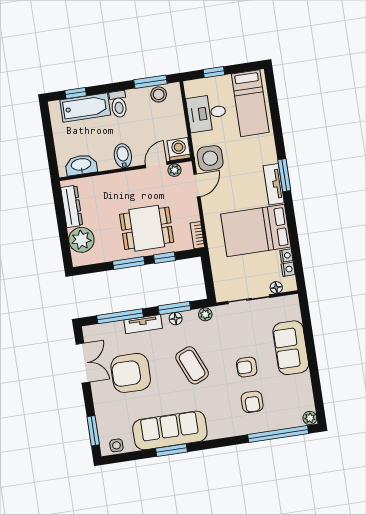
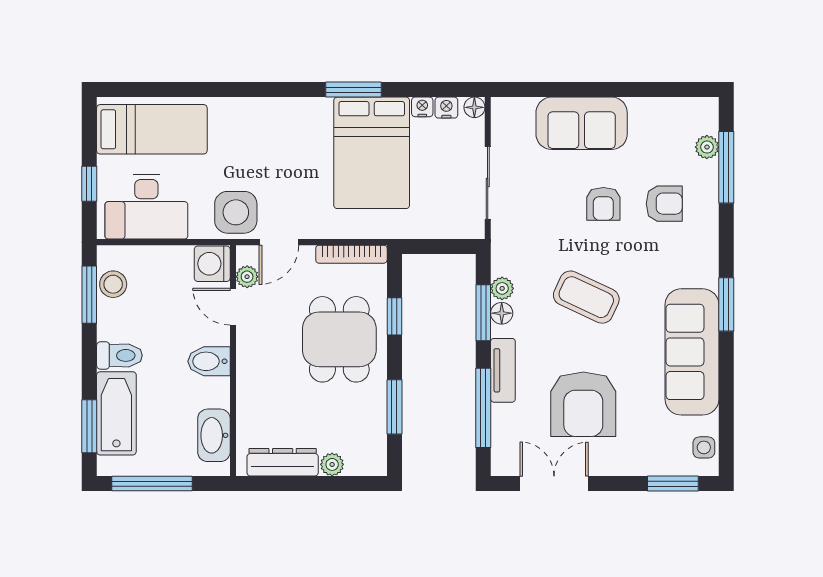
window: (76, 93) -> (89, 426), width x1.50
desk: (207, 113) -> (146, 207), width x1.37
window: (48, 134) -> (152, 484), added
window: (284, 175) -> (354, 90), moved
tv unit: (274, 184) -> (297, 110), removed
door: (197, 185) -> (279, 242), swing flipped
bookcase: (197, 235) -> (351, 254), width x1.56
plant: (81, 240) -> (332, 464), width x0.53, depth x0.53
window: (129, 263) -> (394, 407), moved
floor lamp: (276, 287) -> (474, 107), moved
plant: (205, 314) -> (502, 288), moved
coffee table: (192, 365) -> (586, 297), turned 48
plant: (310, 418) -> (707, 147), moved
window: (278, 434) -> (726, 167), width x0.68
window: (171, 450) -> (726, 304), moved

